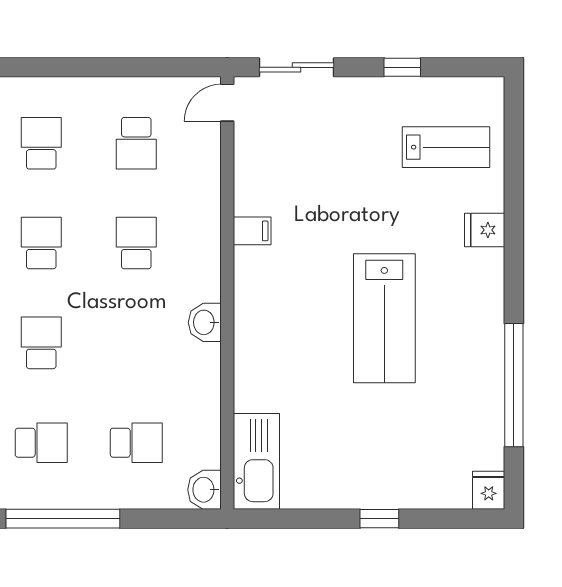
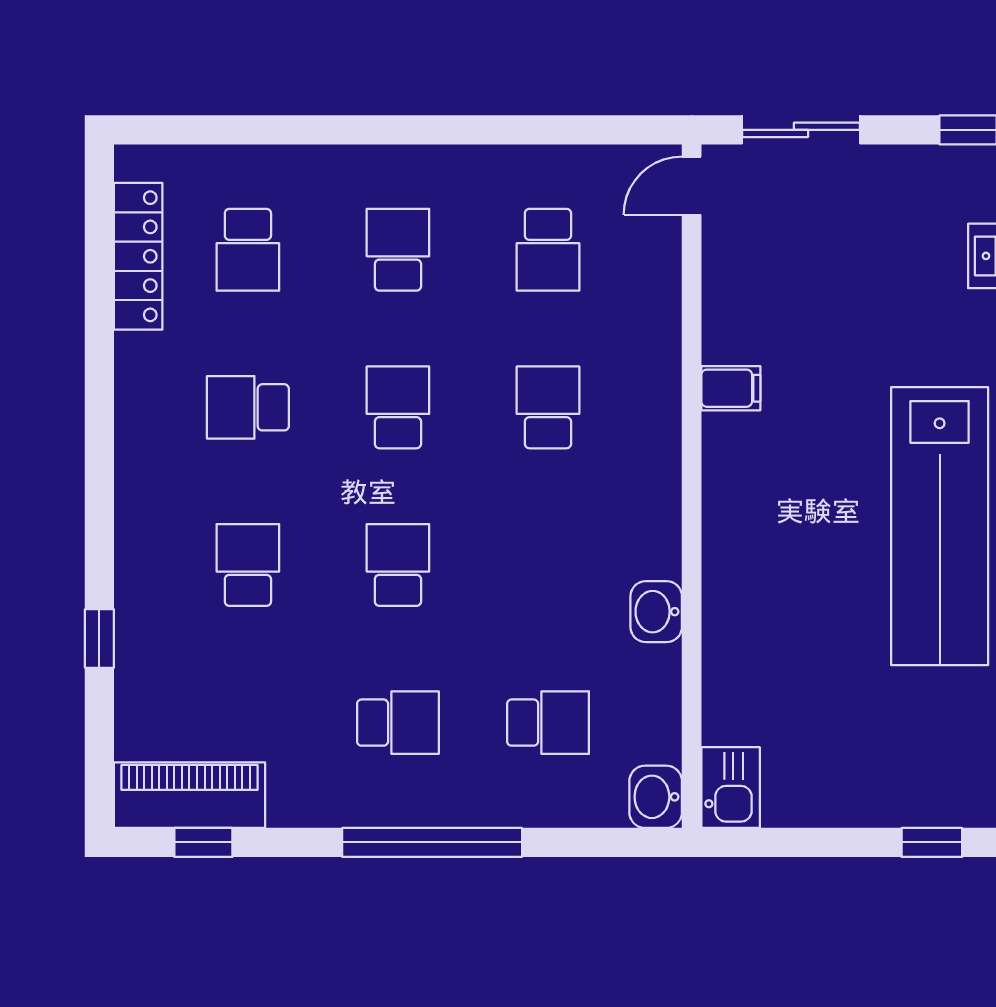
lab bench: (384, 318) -> (940, 526), width x1.36
washbasin: (205, 322) -> (656, 612), moved
kitchen sink: (256, 461) -> (731, 788), width x0.53, depth x0.81

